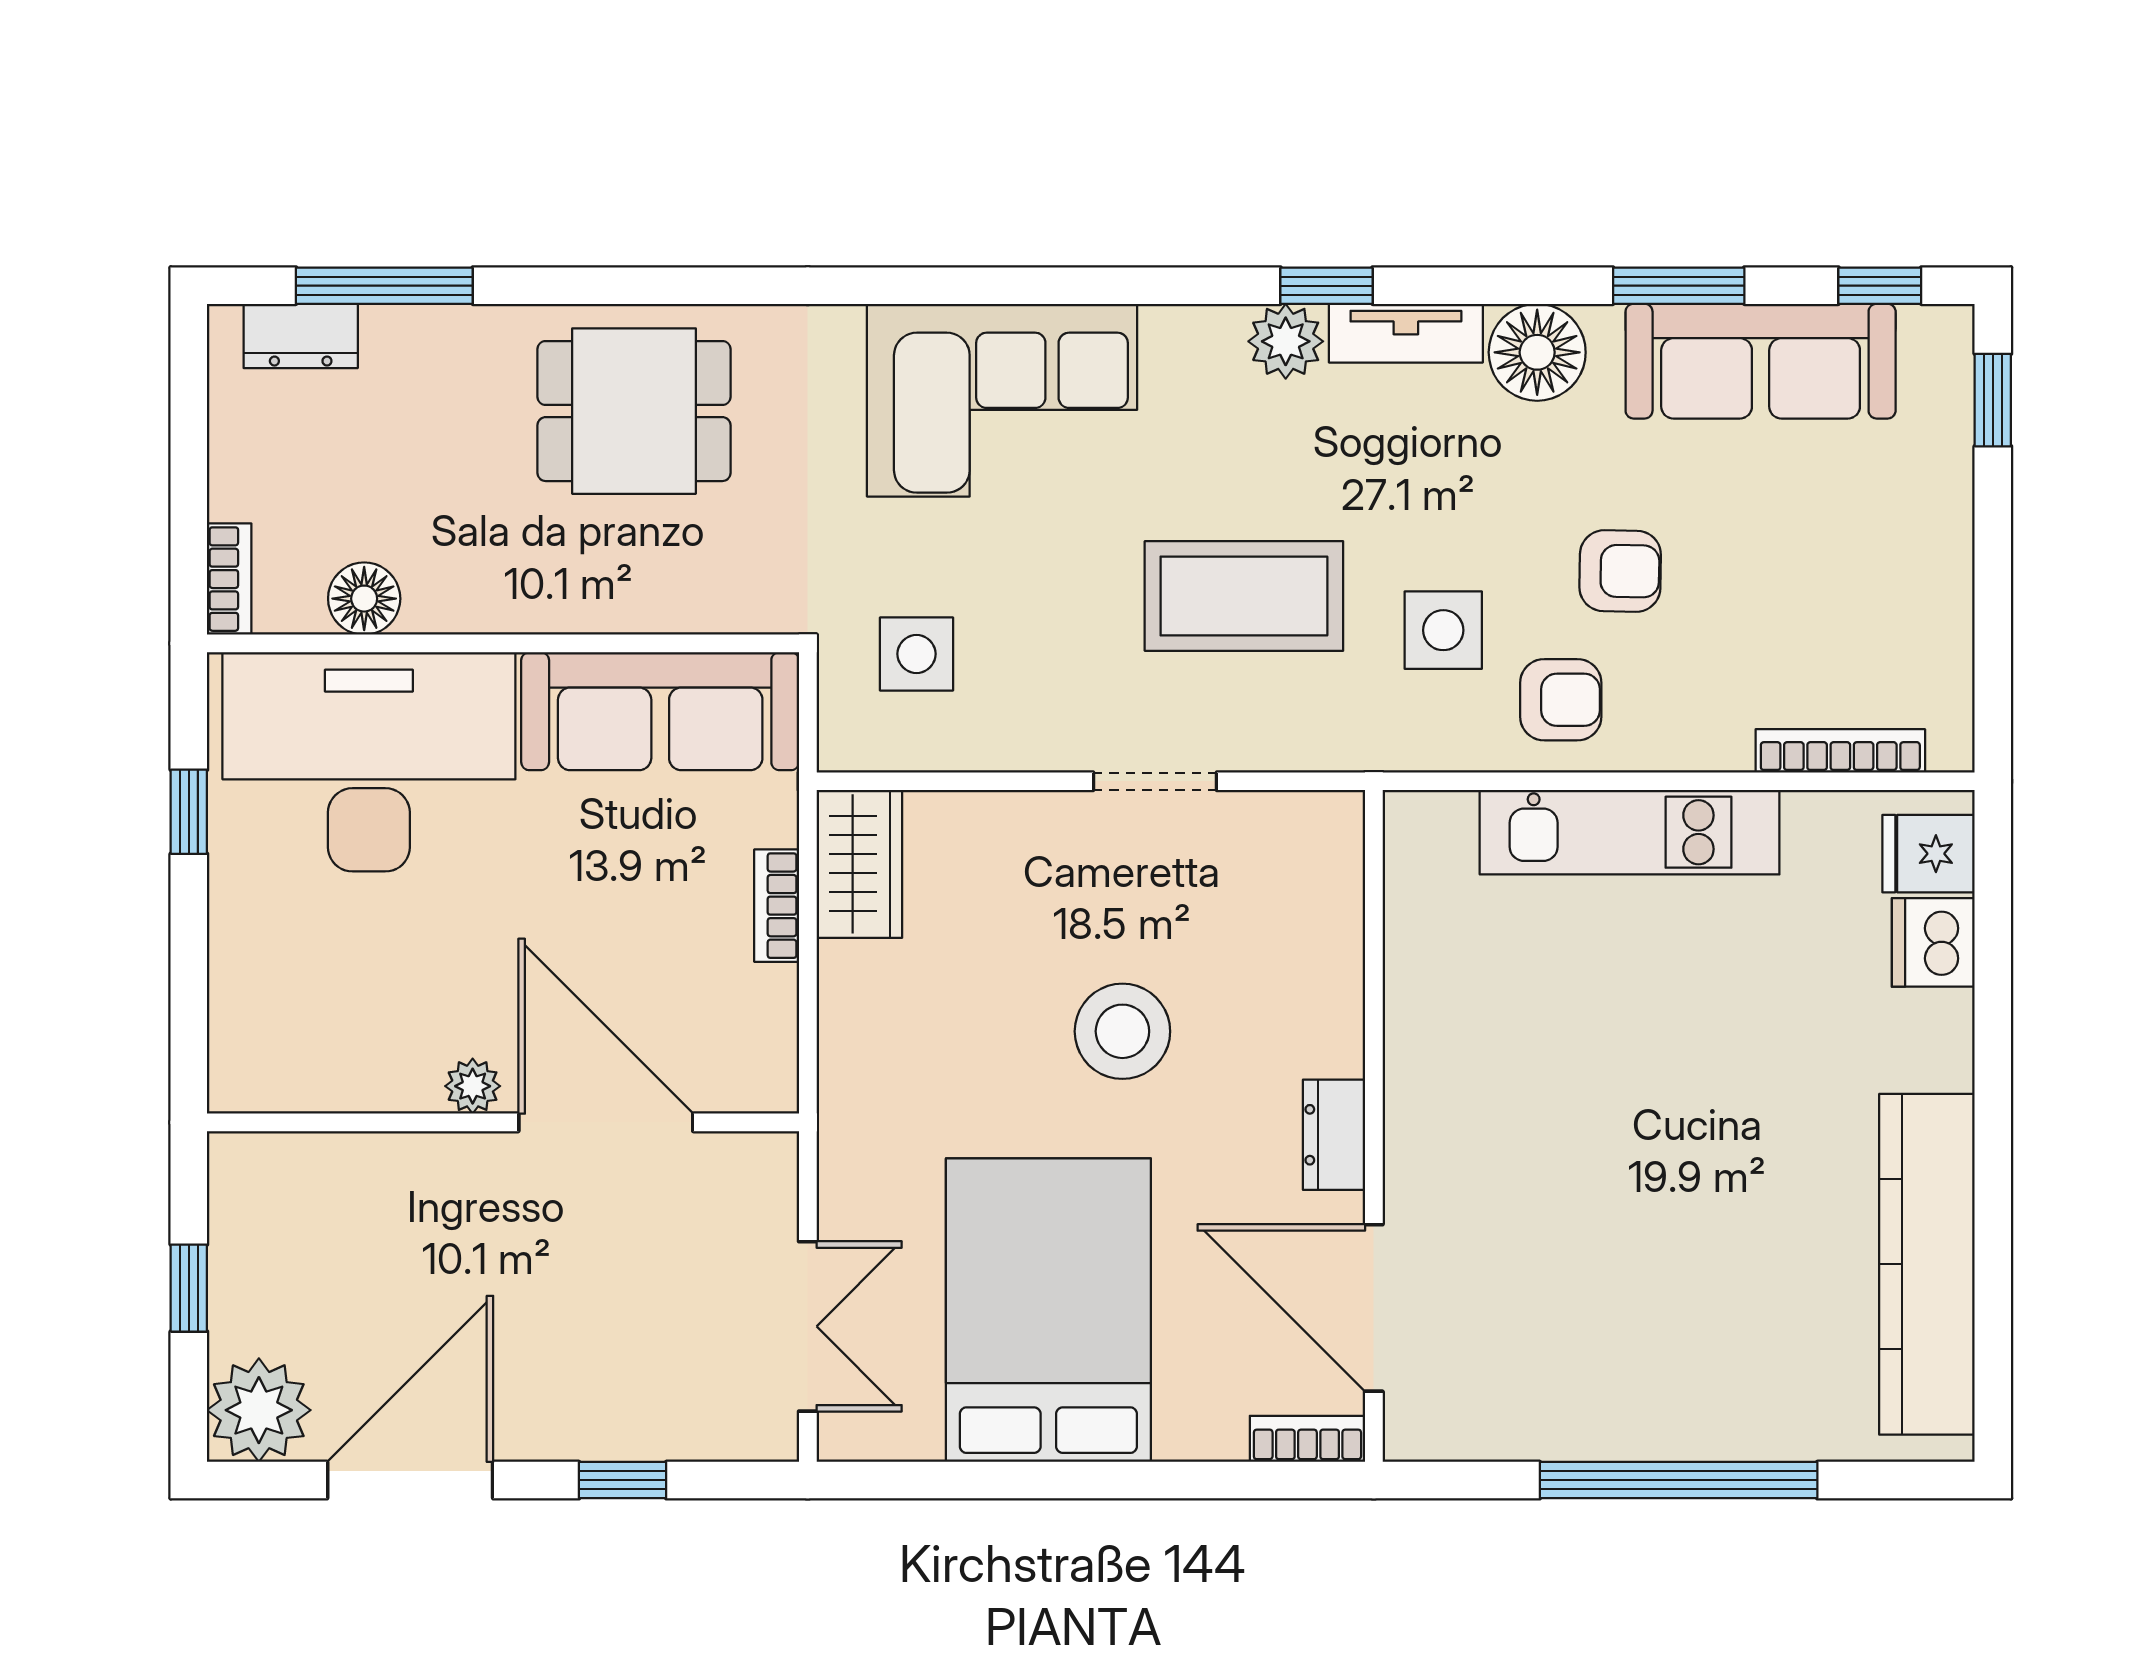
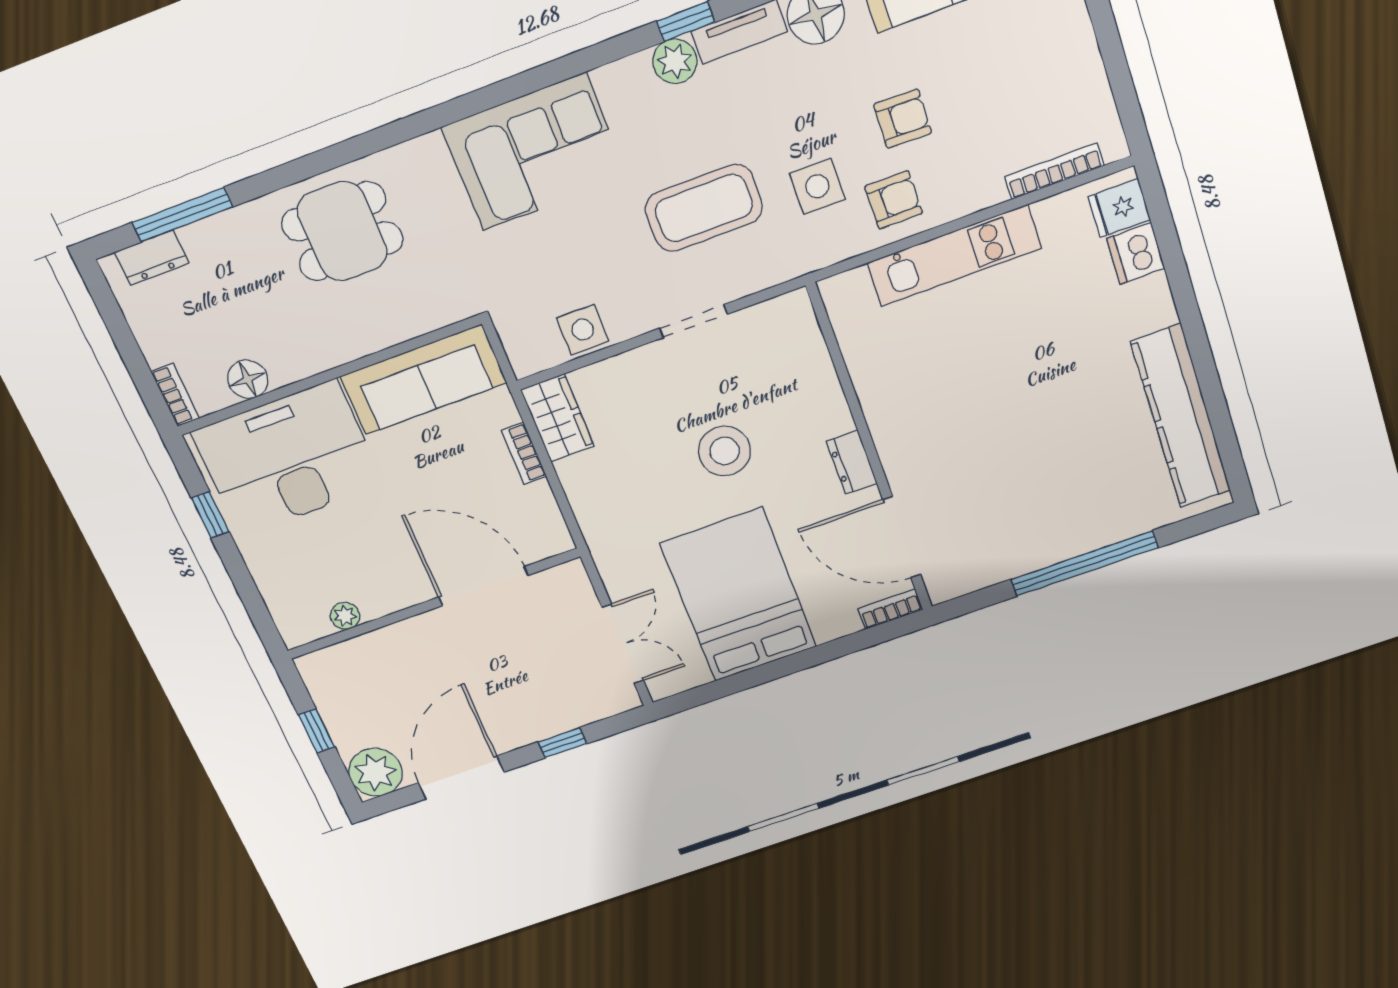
side table: (917, 654) -> (583, 330), moved
plant: (473, 1086) -> (345, 616), moved

